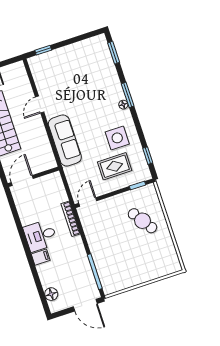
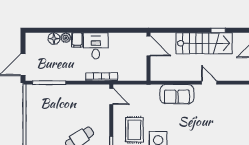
sofa: (65, 141) -> (177, 94), width x0.73
plant: (42, 270) -> (66, 38), added
floor lamp: (51, 294) -> (54, 39), moved

